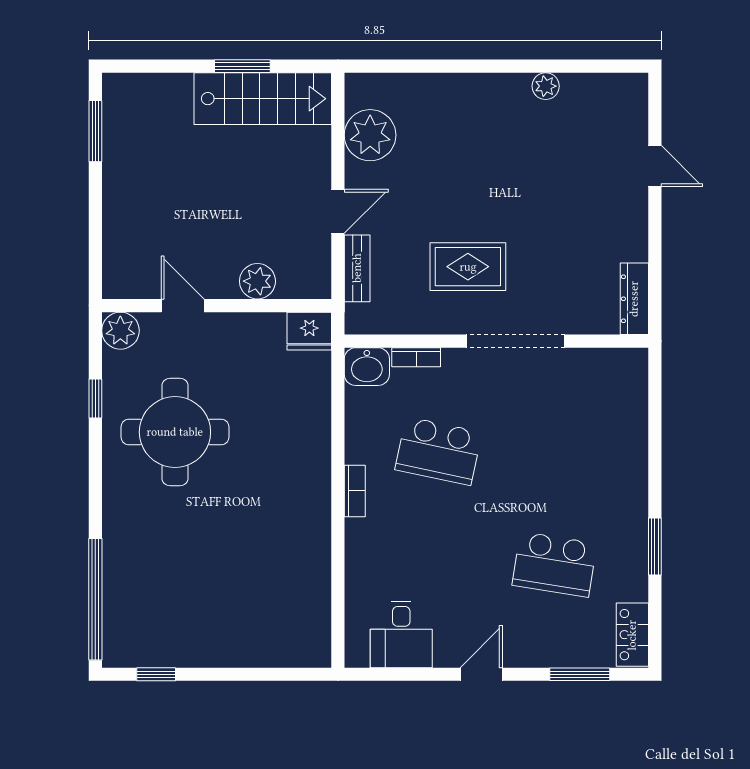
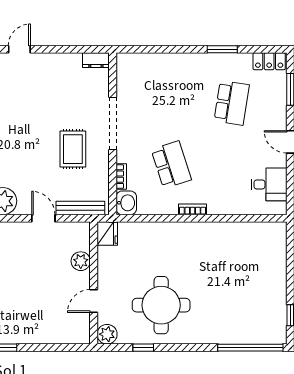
bench: (357, 268) -> (80, 208), width x1.36
dresser: (634, 299) -> (96, 60), width x0.70
school desk: (438, 451) -> (171, 165), turned -30

